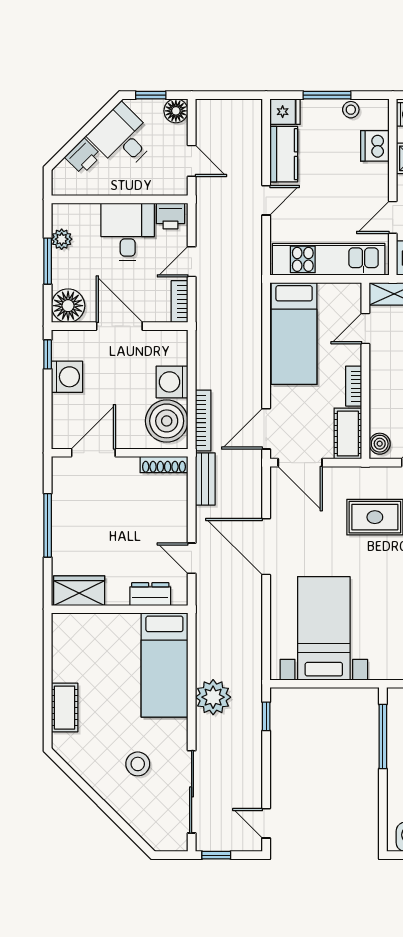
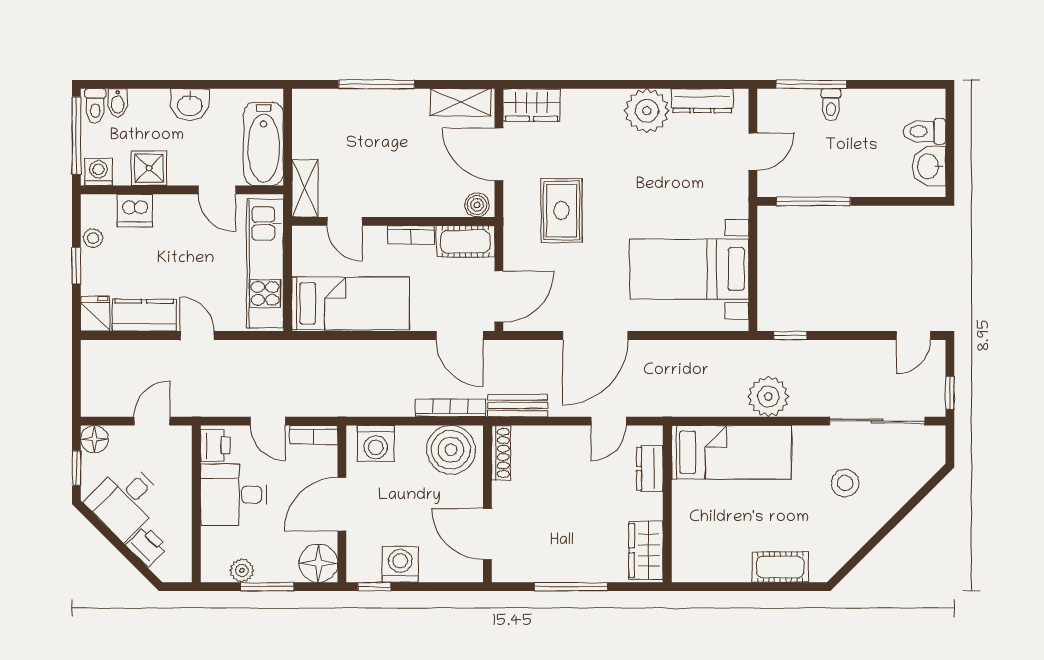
window: (327, 95) -> (76, 265), width x0.67
washing machine: (172, 382) -> (376, 444), moved

